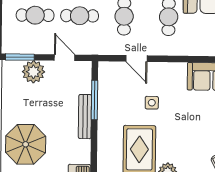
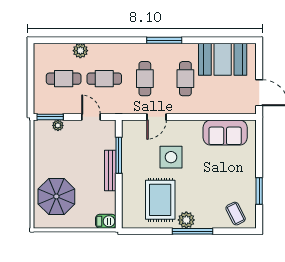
door: (136, 58) -> (157, 117), hinge flipped
plant: (33, 72) -> (58, 125), width x0.53, depth x0.53
side table: (152, 103) -> (171, 157), width x1.87, depth x1.87

